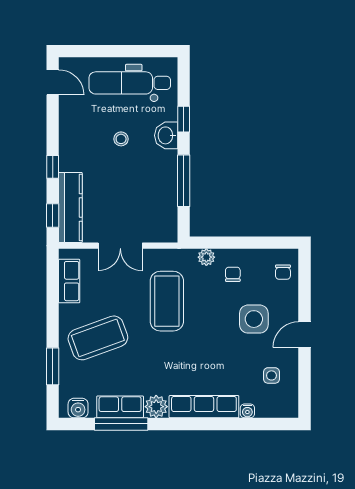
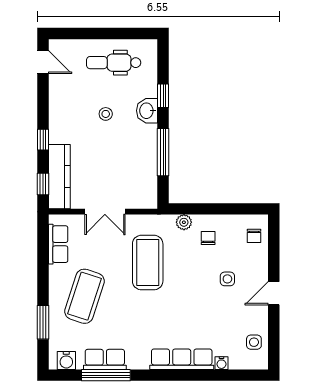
dental chair: (130, 83) -> (114, 63), width x0.73, depth x0.72
side table: (254, 319) -> (227, 279), width x0.54, depth x0.54
coffee table: (98, 338) -> (85, 296), turned -52
side table: (271, 375) -> (254, 342), moved
plant: (156, 407) -> (138, 359), removed

